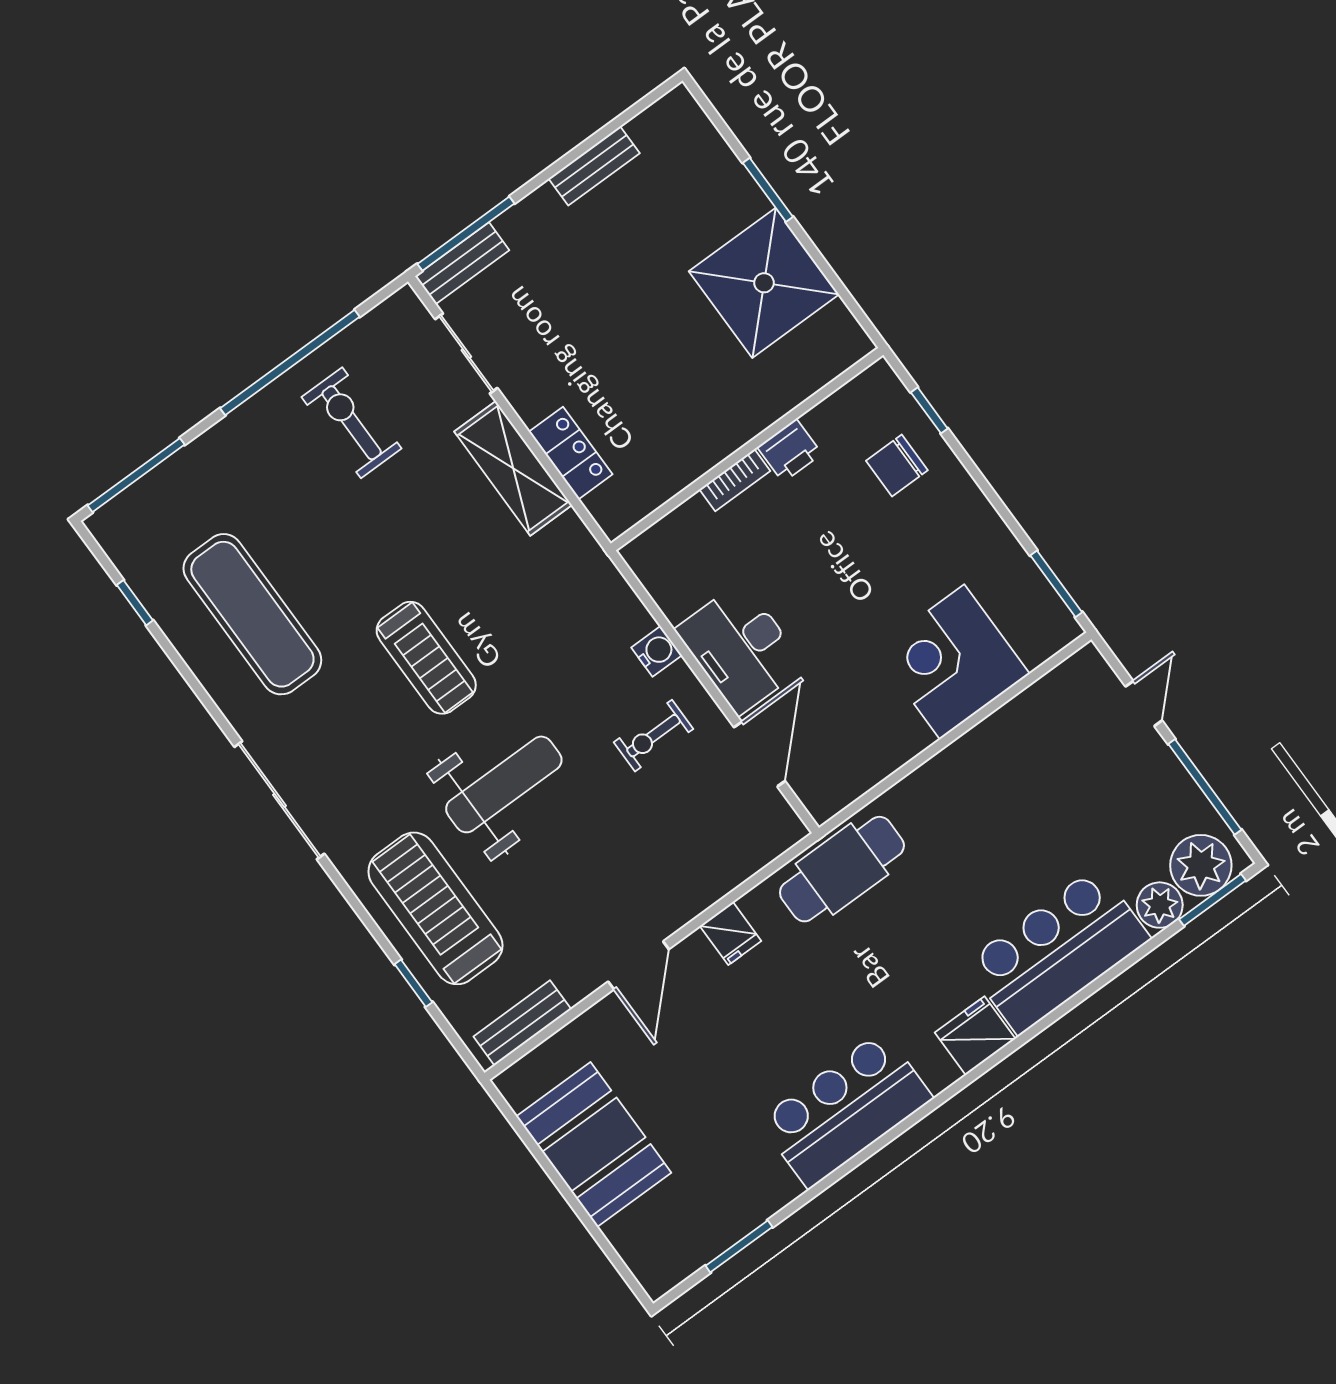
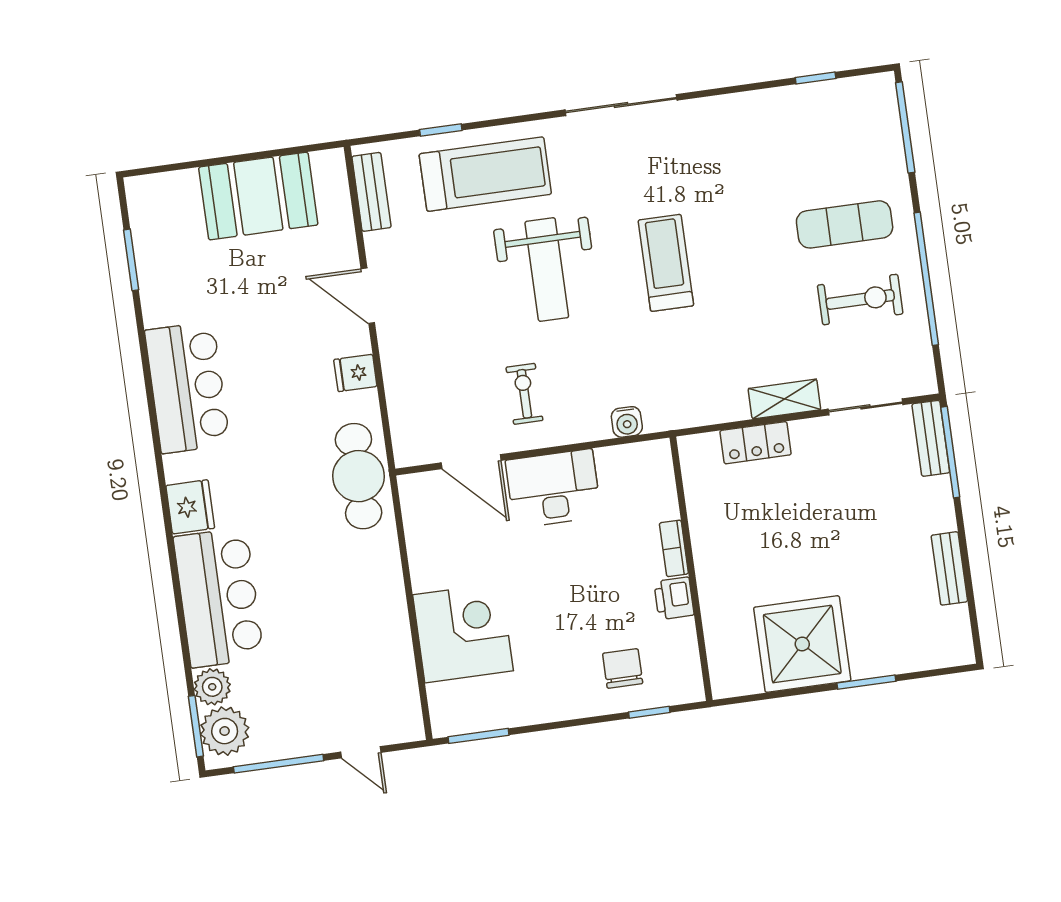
shelving: (513, 468) -> (784, 399), width x0.67, depth x0.75
exercise mat: (252, 614) -> (845, 224), moved, width x0.73, depth x0.69
water cooler: (657, 651) -> (627, 422), moved
treadmill: (426, 658) -> (666, 263), turned 90

